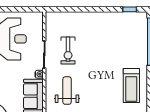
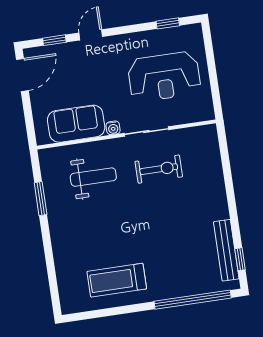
bench: (123, 17) -> (226, 250), added
exercise bike: (68, 50) -> (159, 169), turned 180

